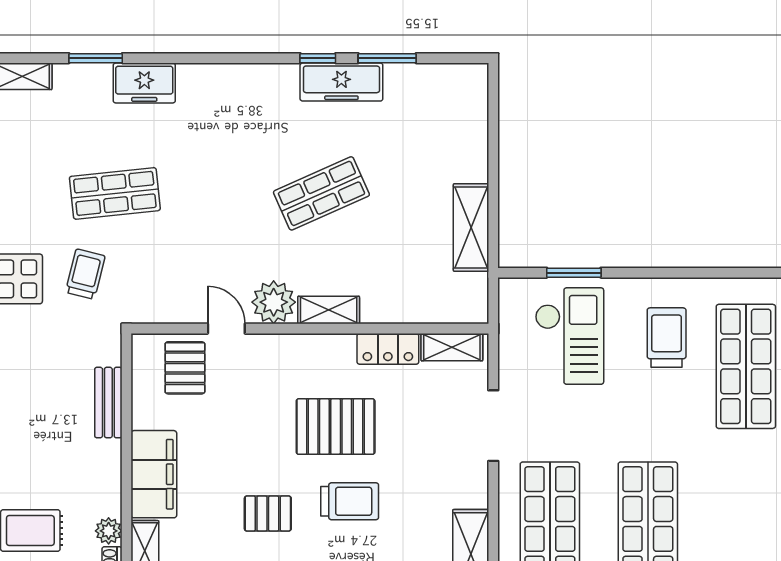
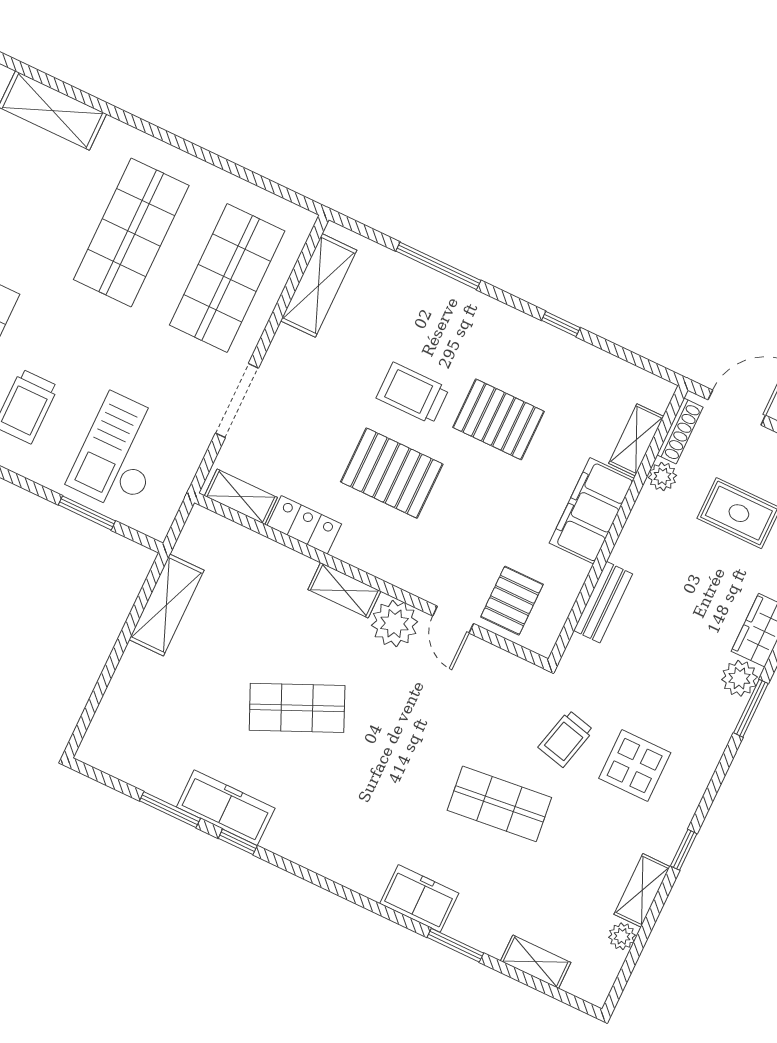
pallet: (268, 514) -> (498, 419), width x1.50, depth x1.42

